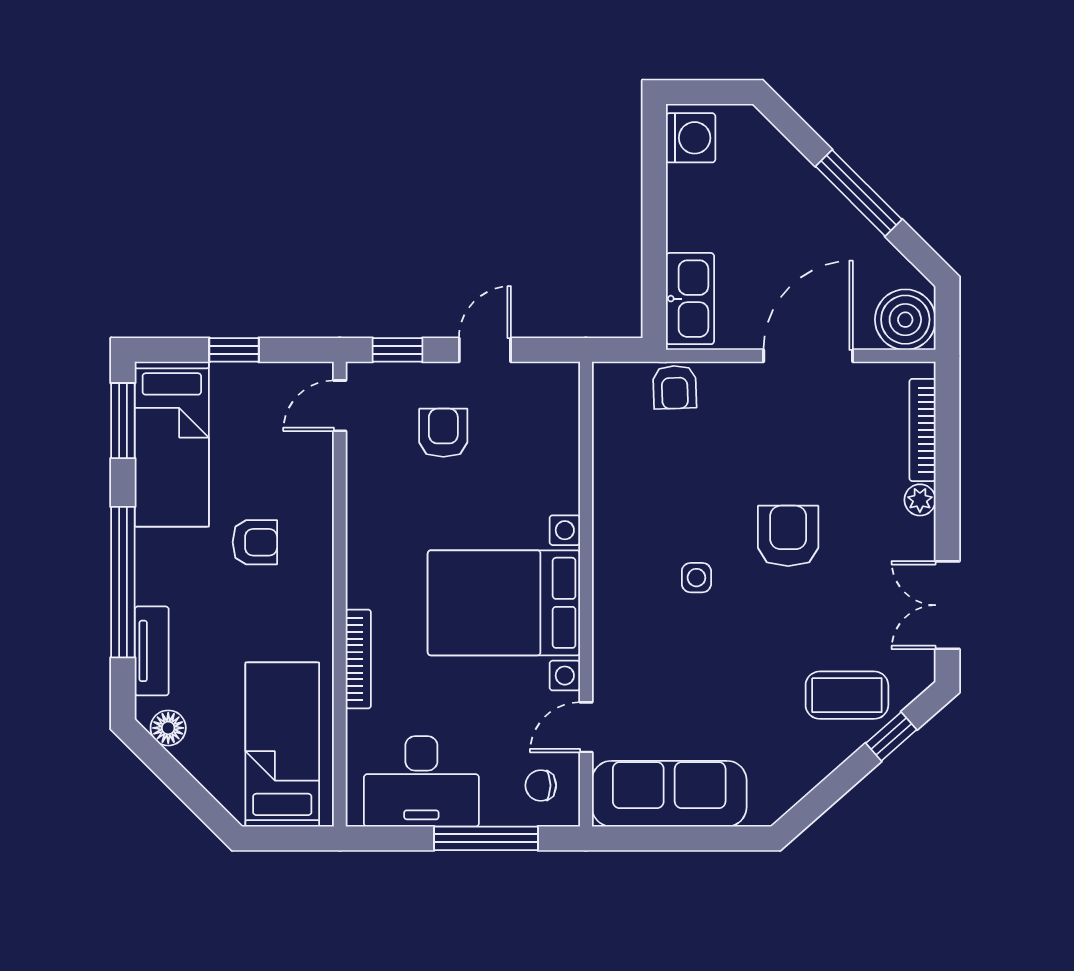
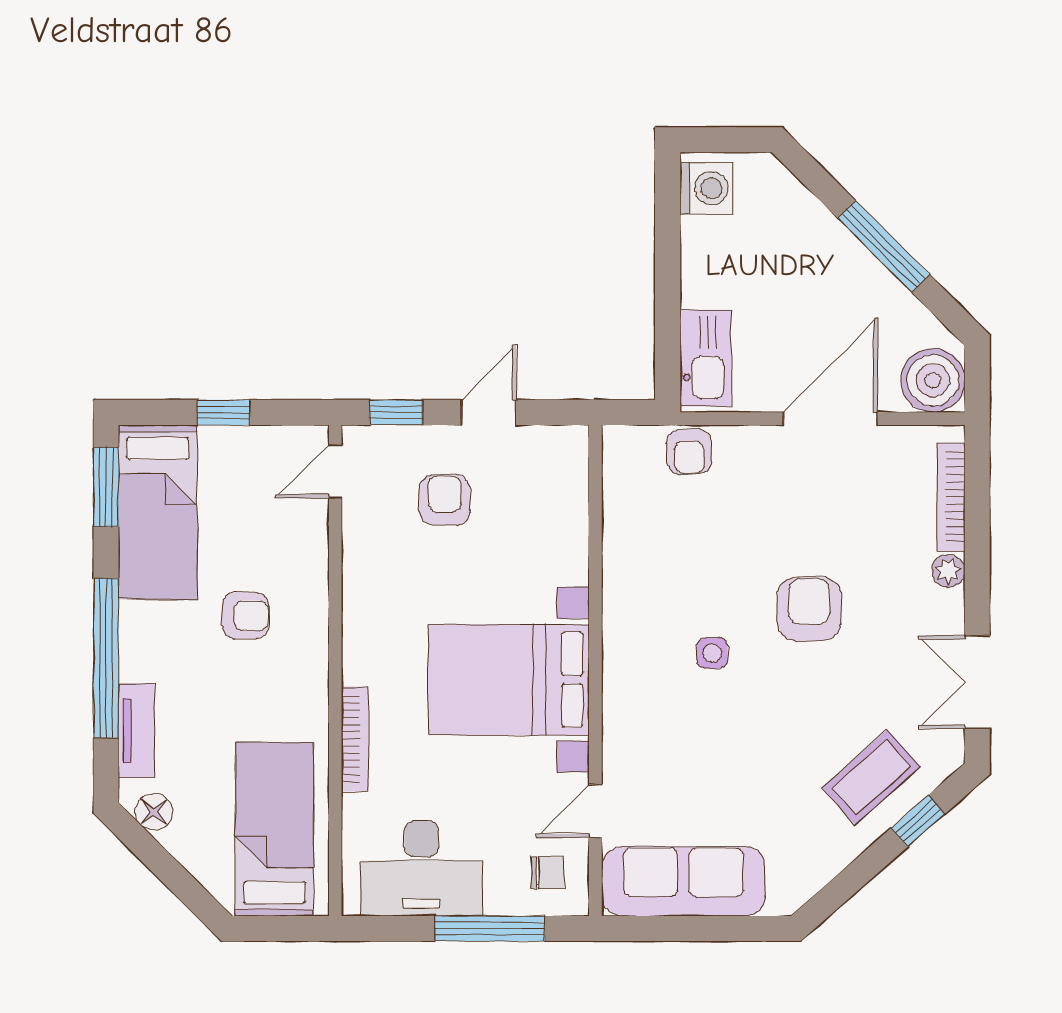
coffee table: (847, 695) -> (871, 777), turned -42
chair: (541, 785) -> (548, 873), turned 180

